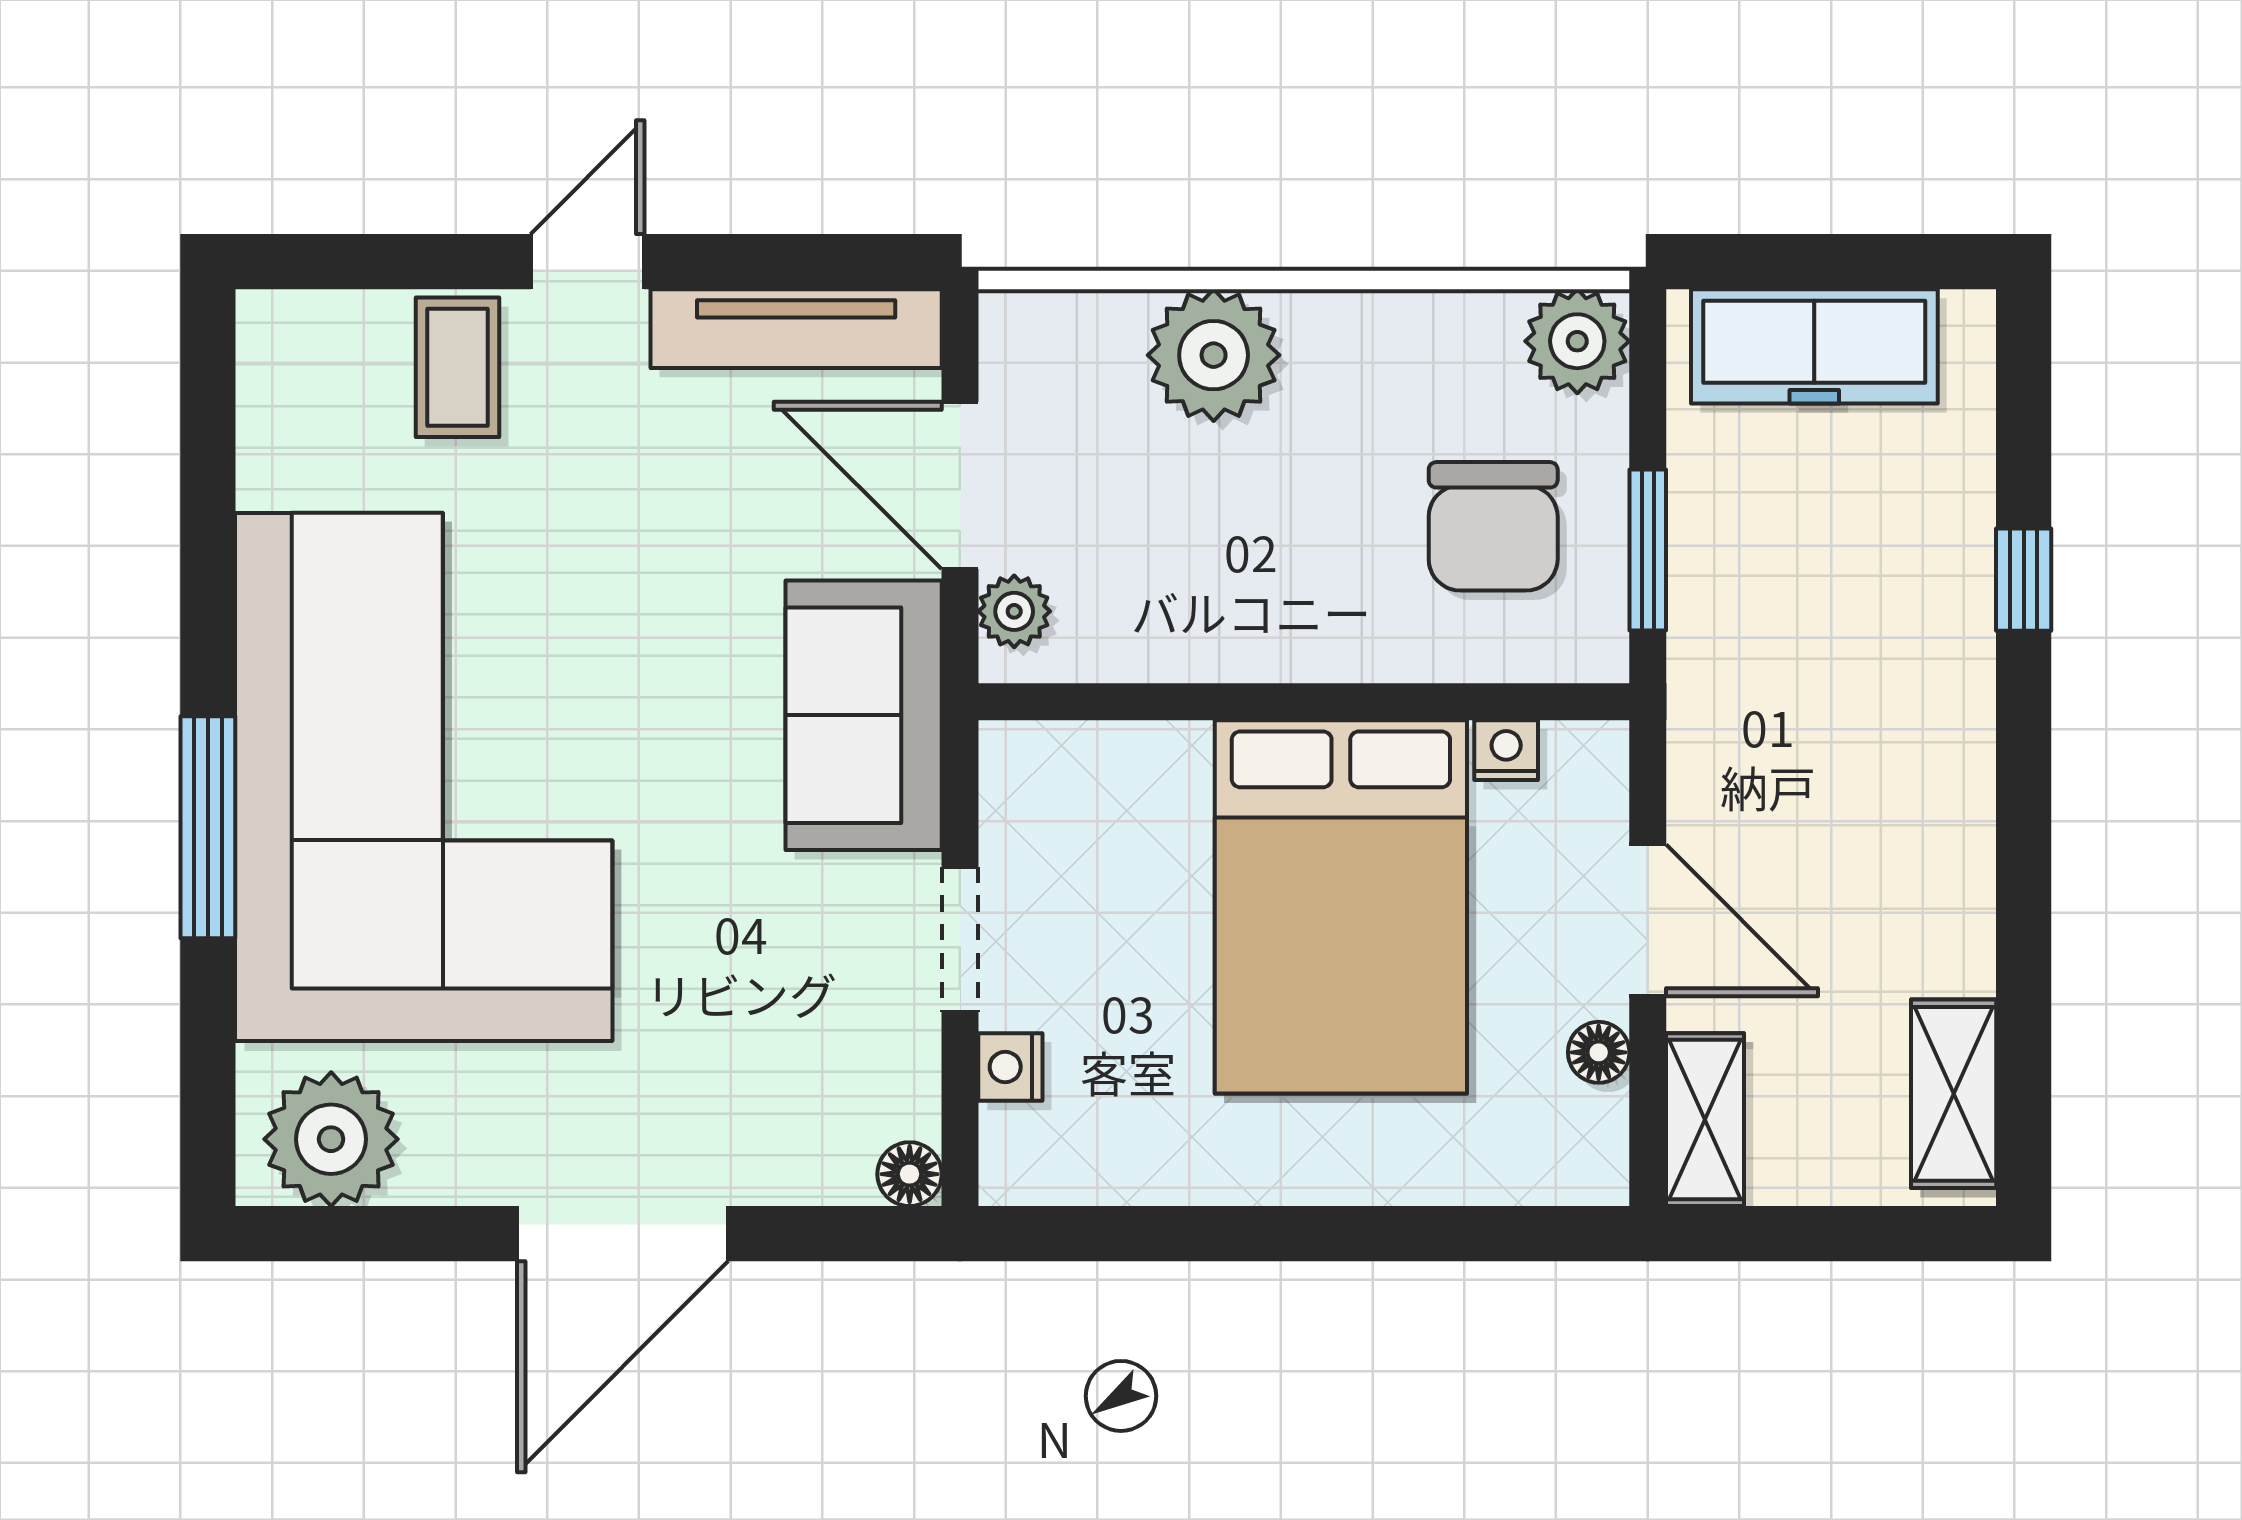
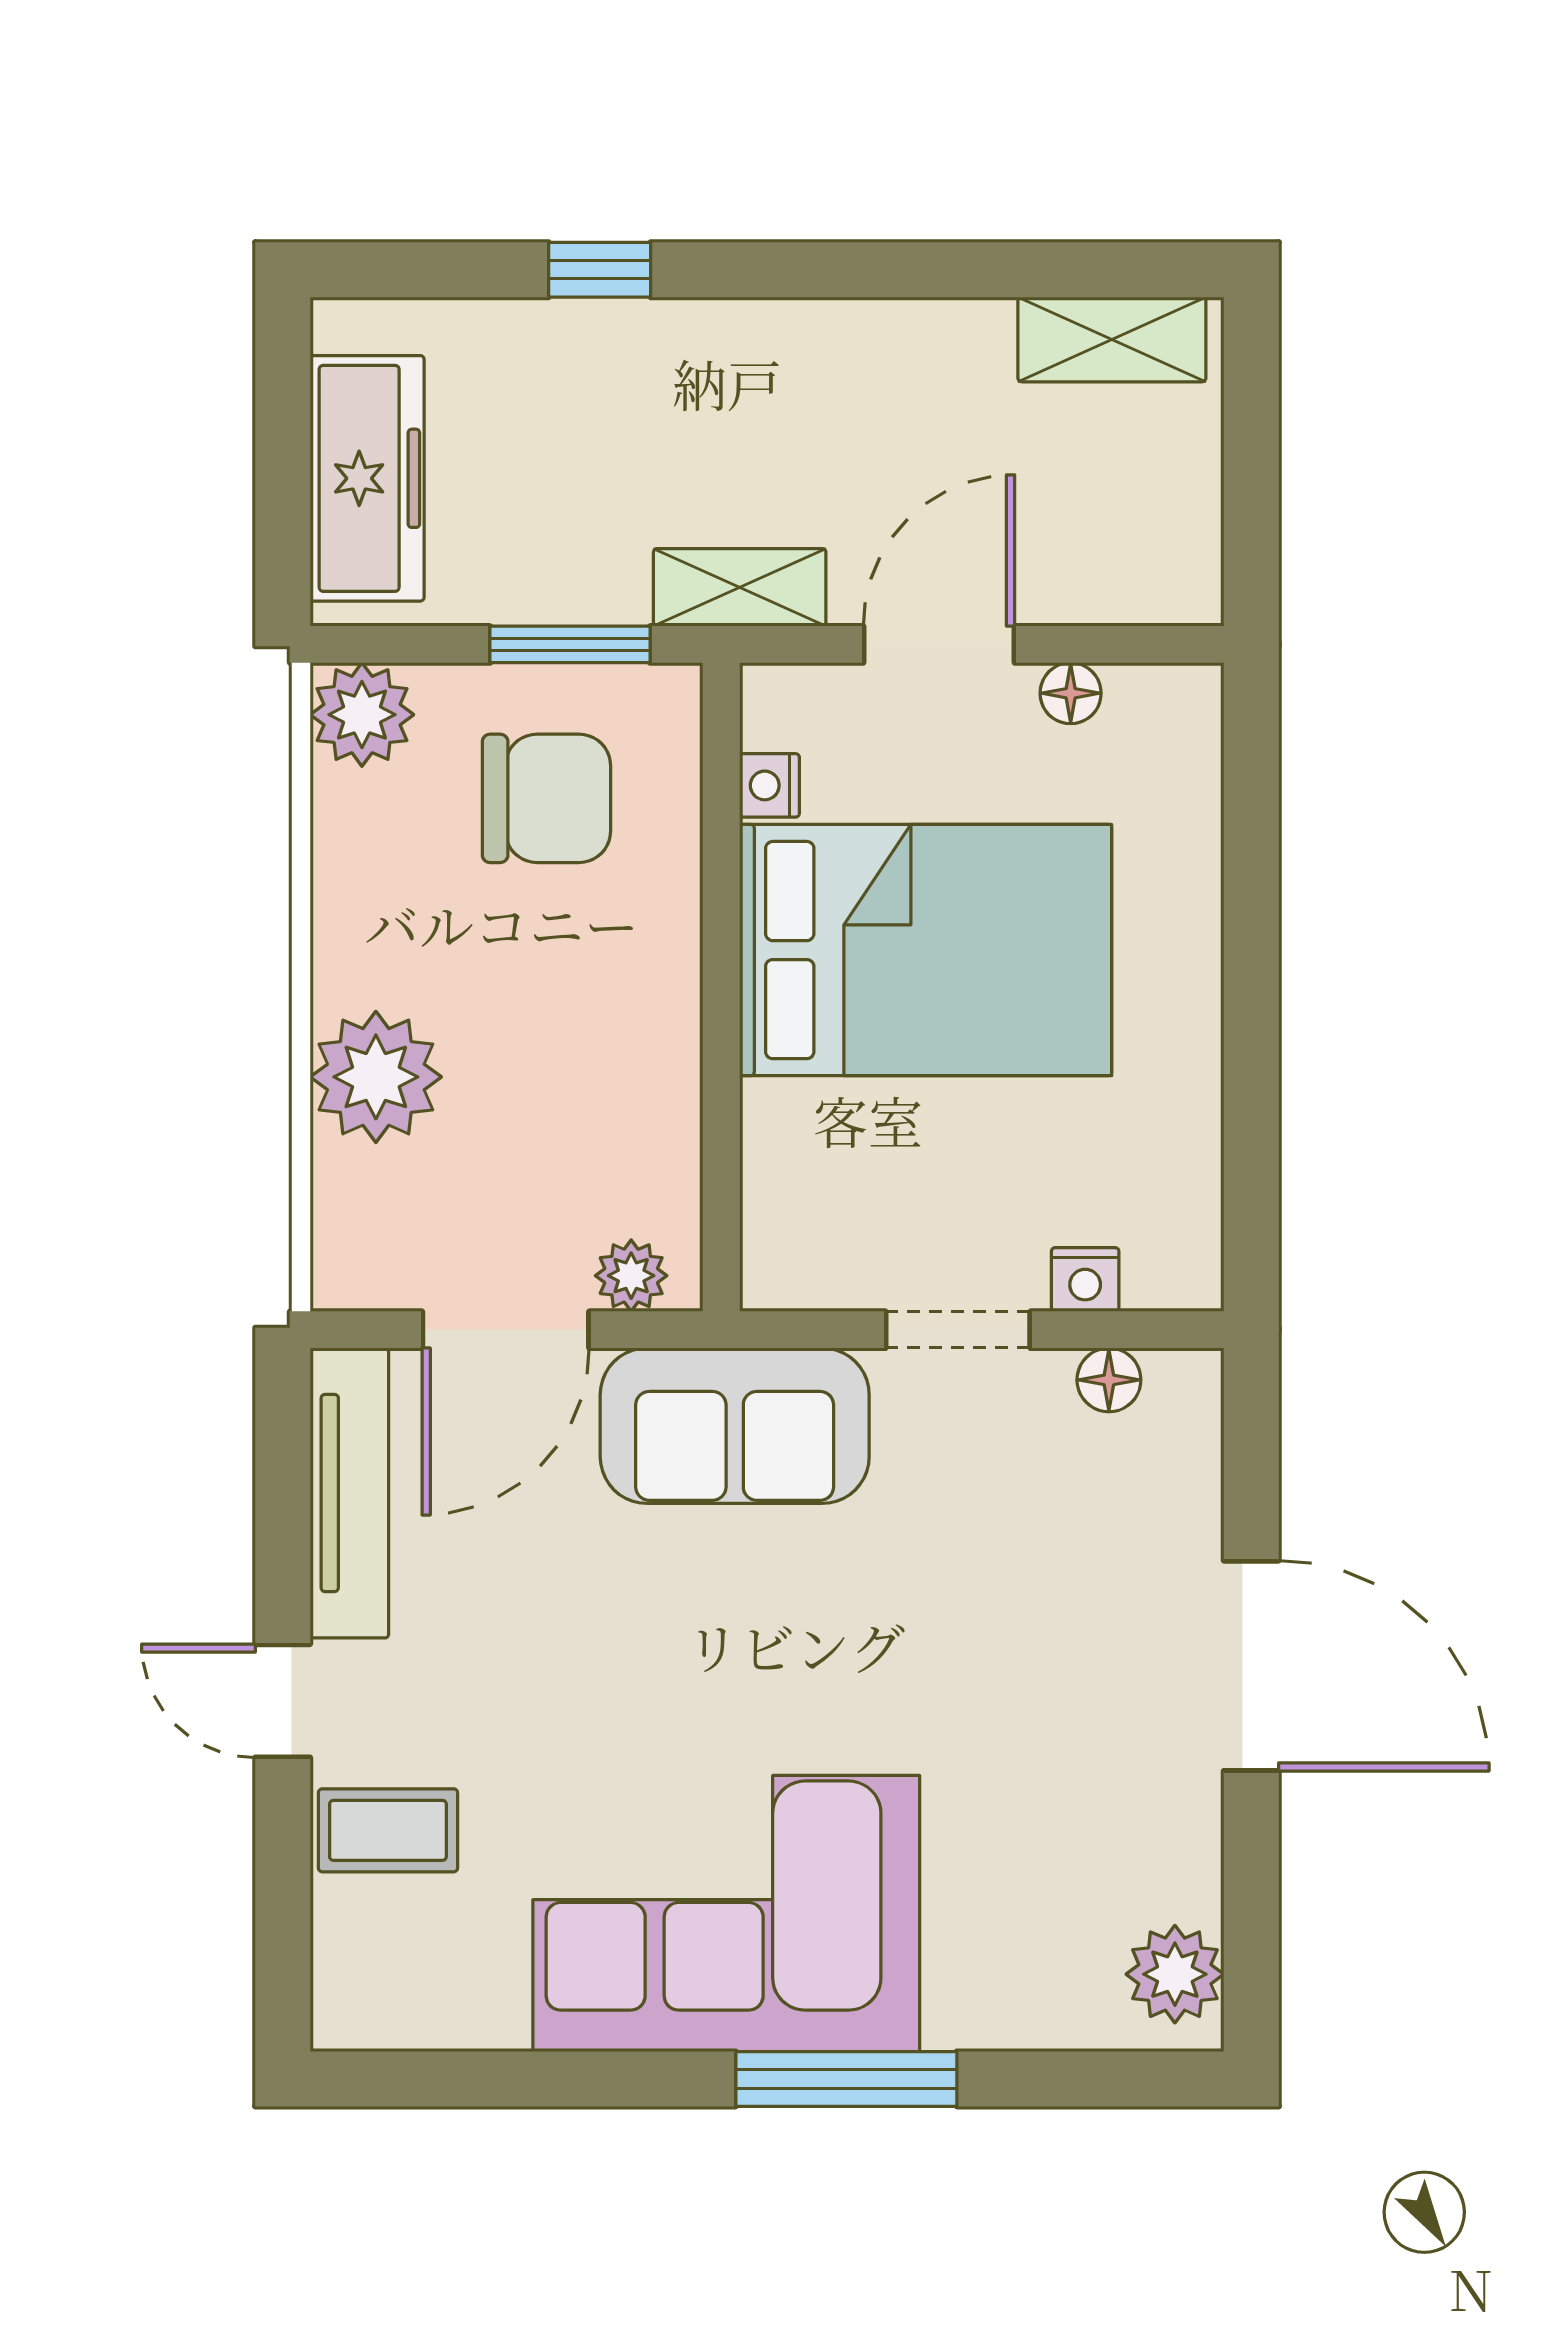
corner sofa: (424, 777) -> (726, 1914), width x0.73, depth x0.74
shelving: (1705, 1120) -> (740, 587), moved
plant: (331, 1139) -> (1175, 1974), width x0.73, depth x0.73
floor lamp: (910, 1174) -> (1109, 1380), moved

